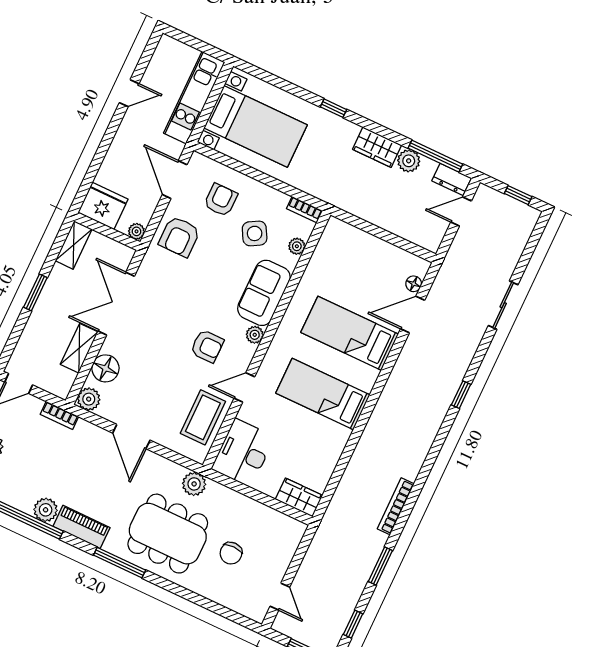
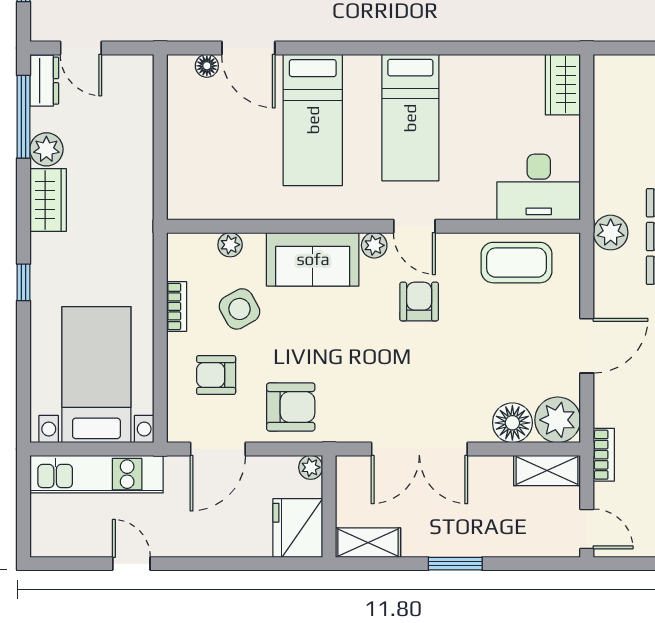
bookcase: (305, 210) -> (177, 306), moved
shelving: (79, 348) -> (547, 470), moved
door: (244, 387) -> (414, 226), moved
plant: (89, 399) -> (558, 420), width x1.36, depth x1.36

